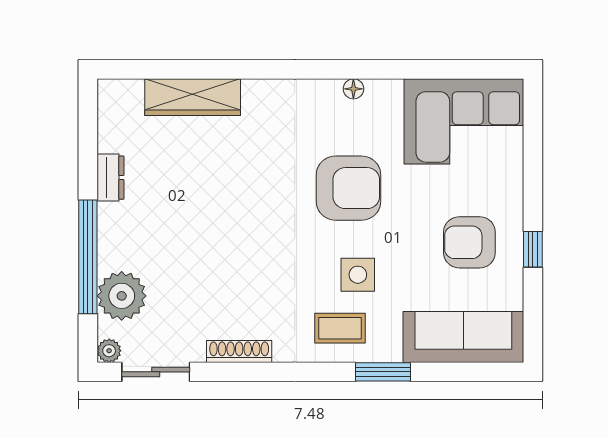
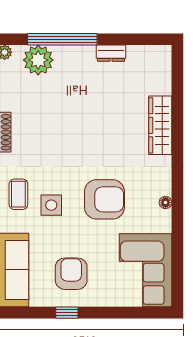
wardrobe: (193, 97) -> (160, 125), moved
armchair: (349, 188) -> (104, 199), turned -90

